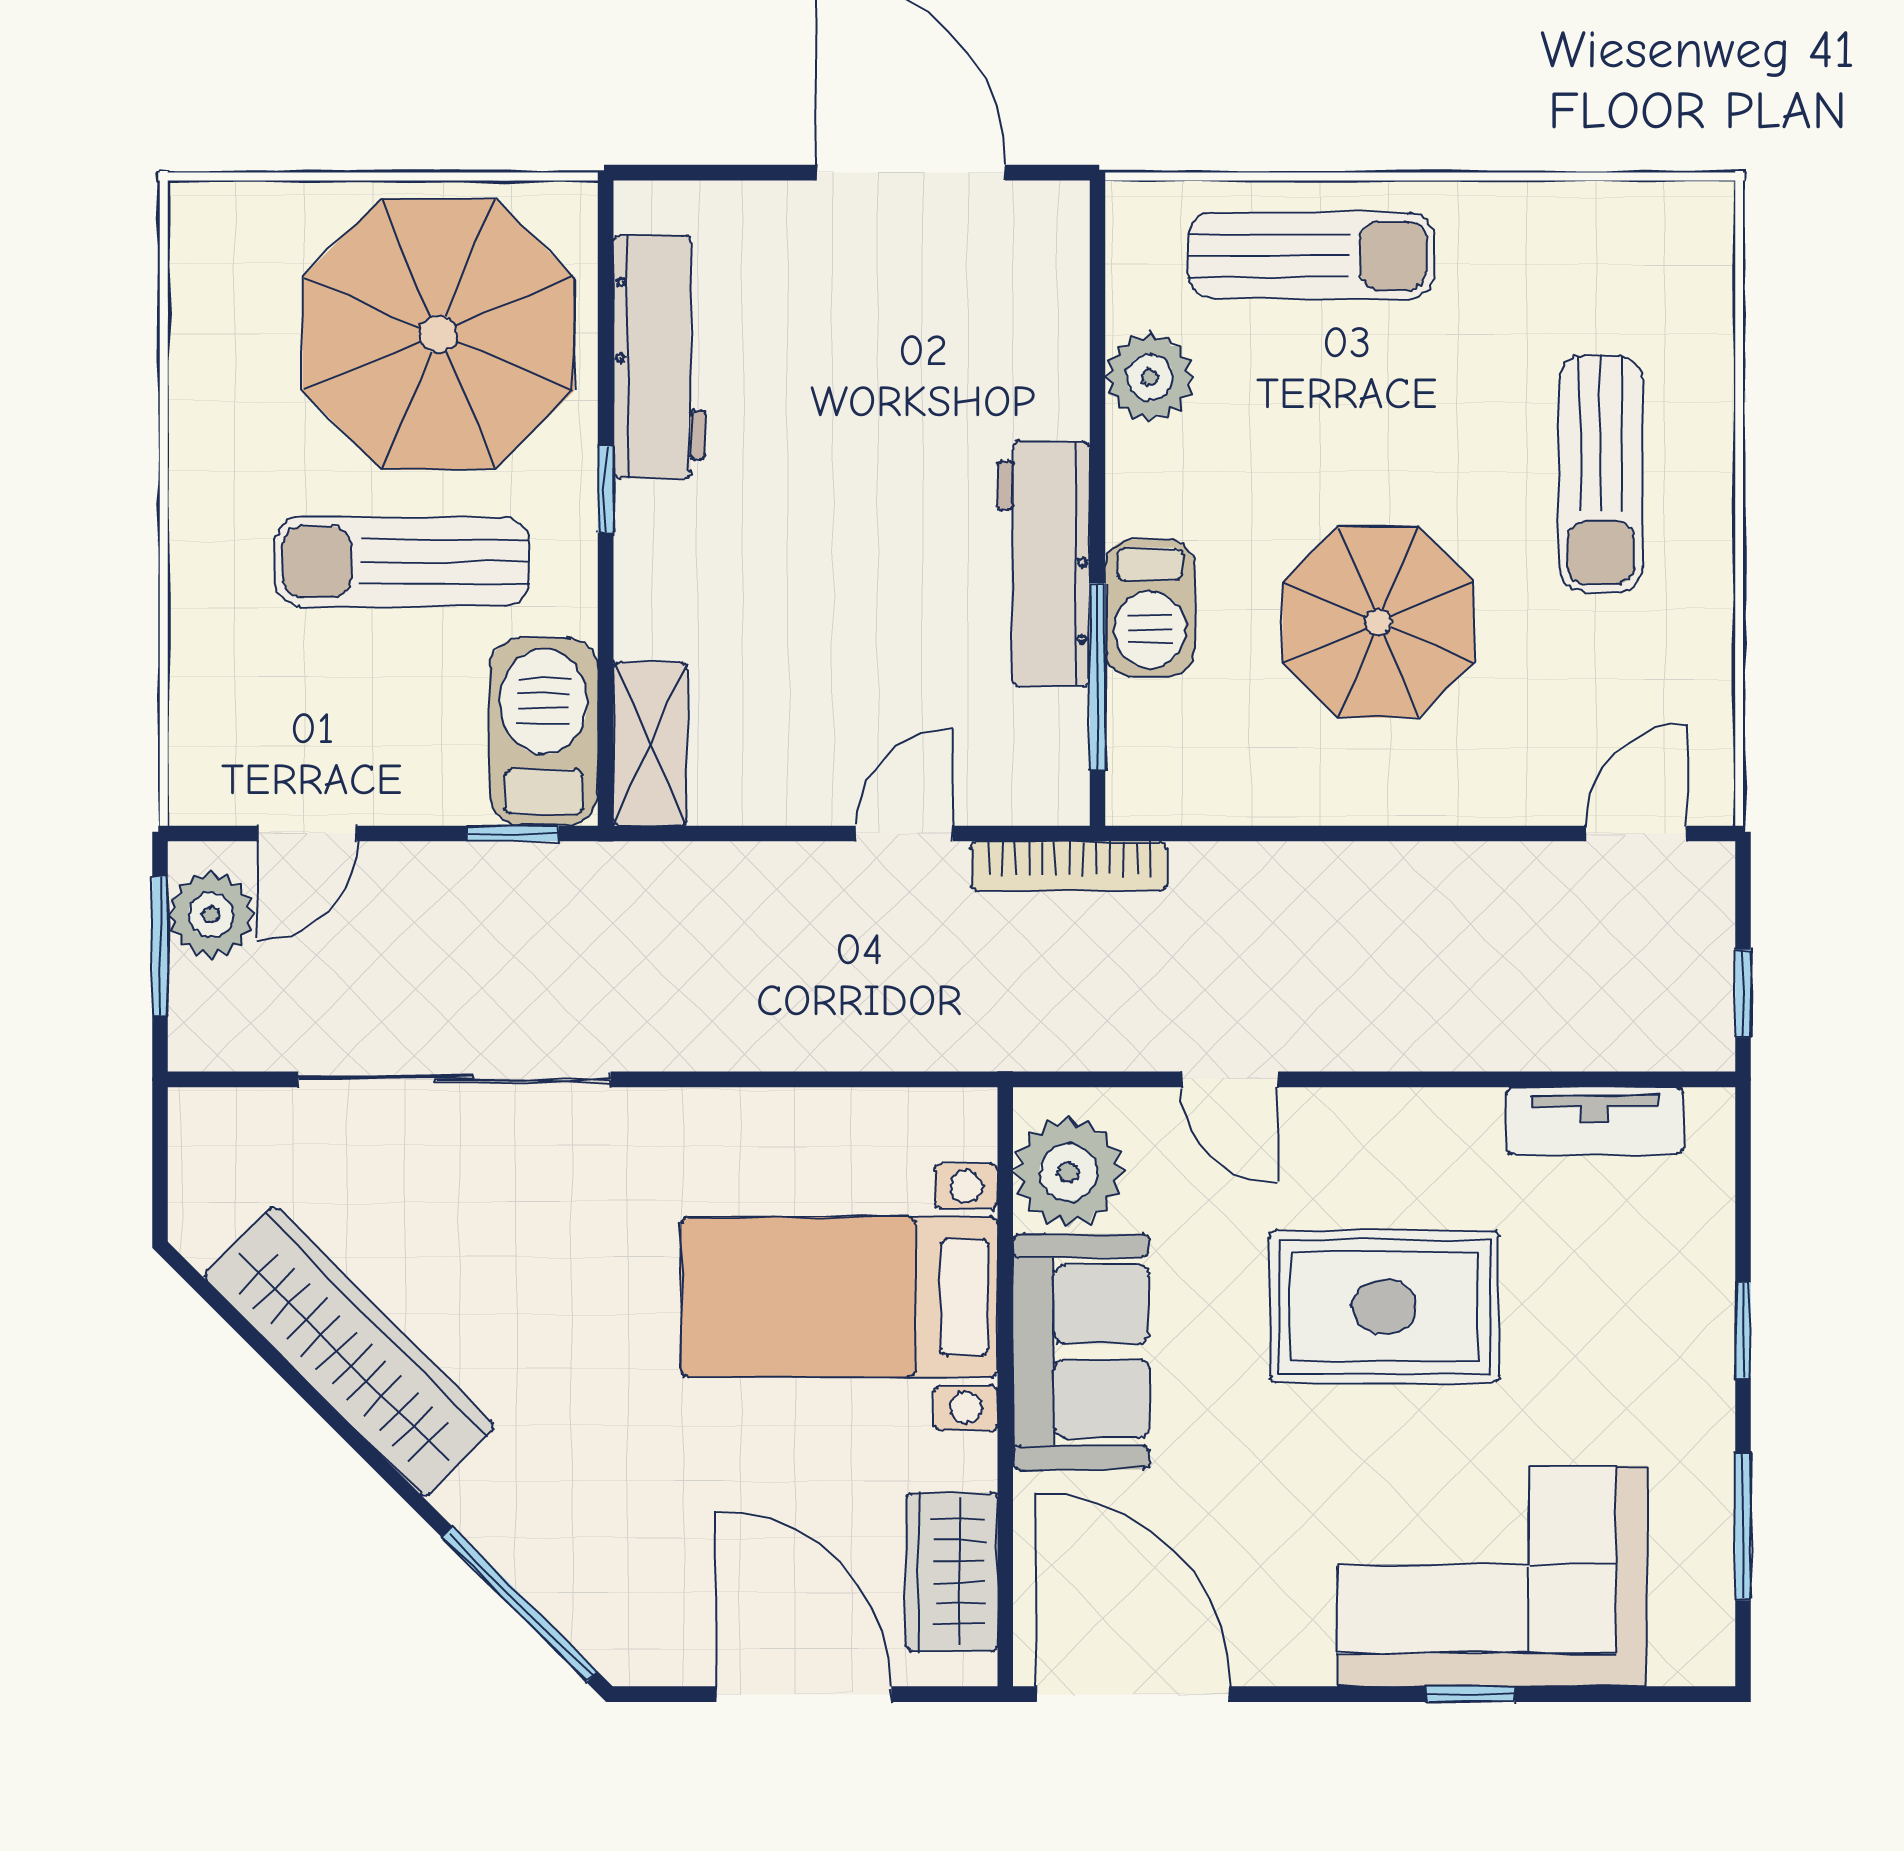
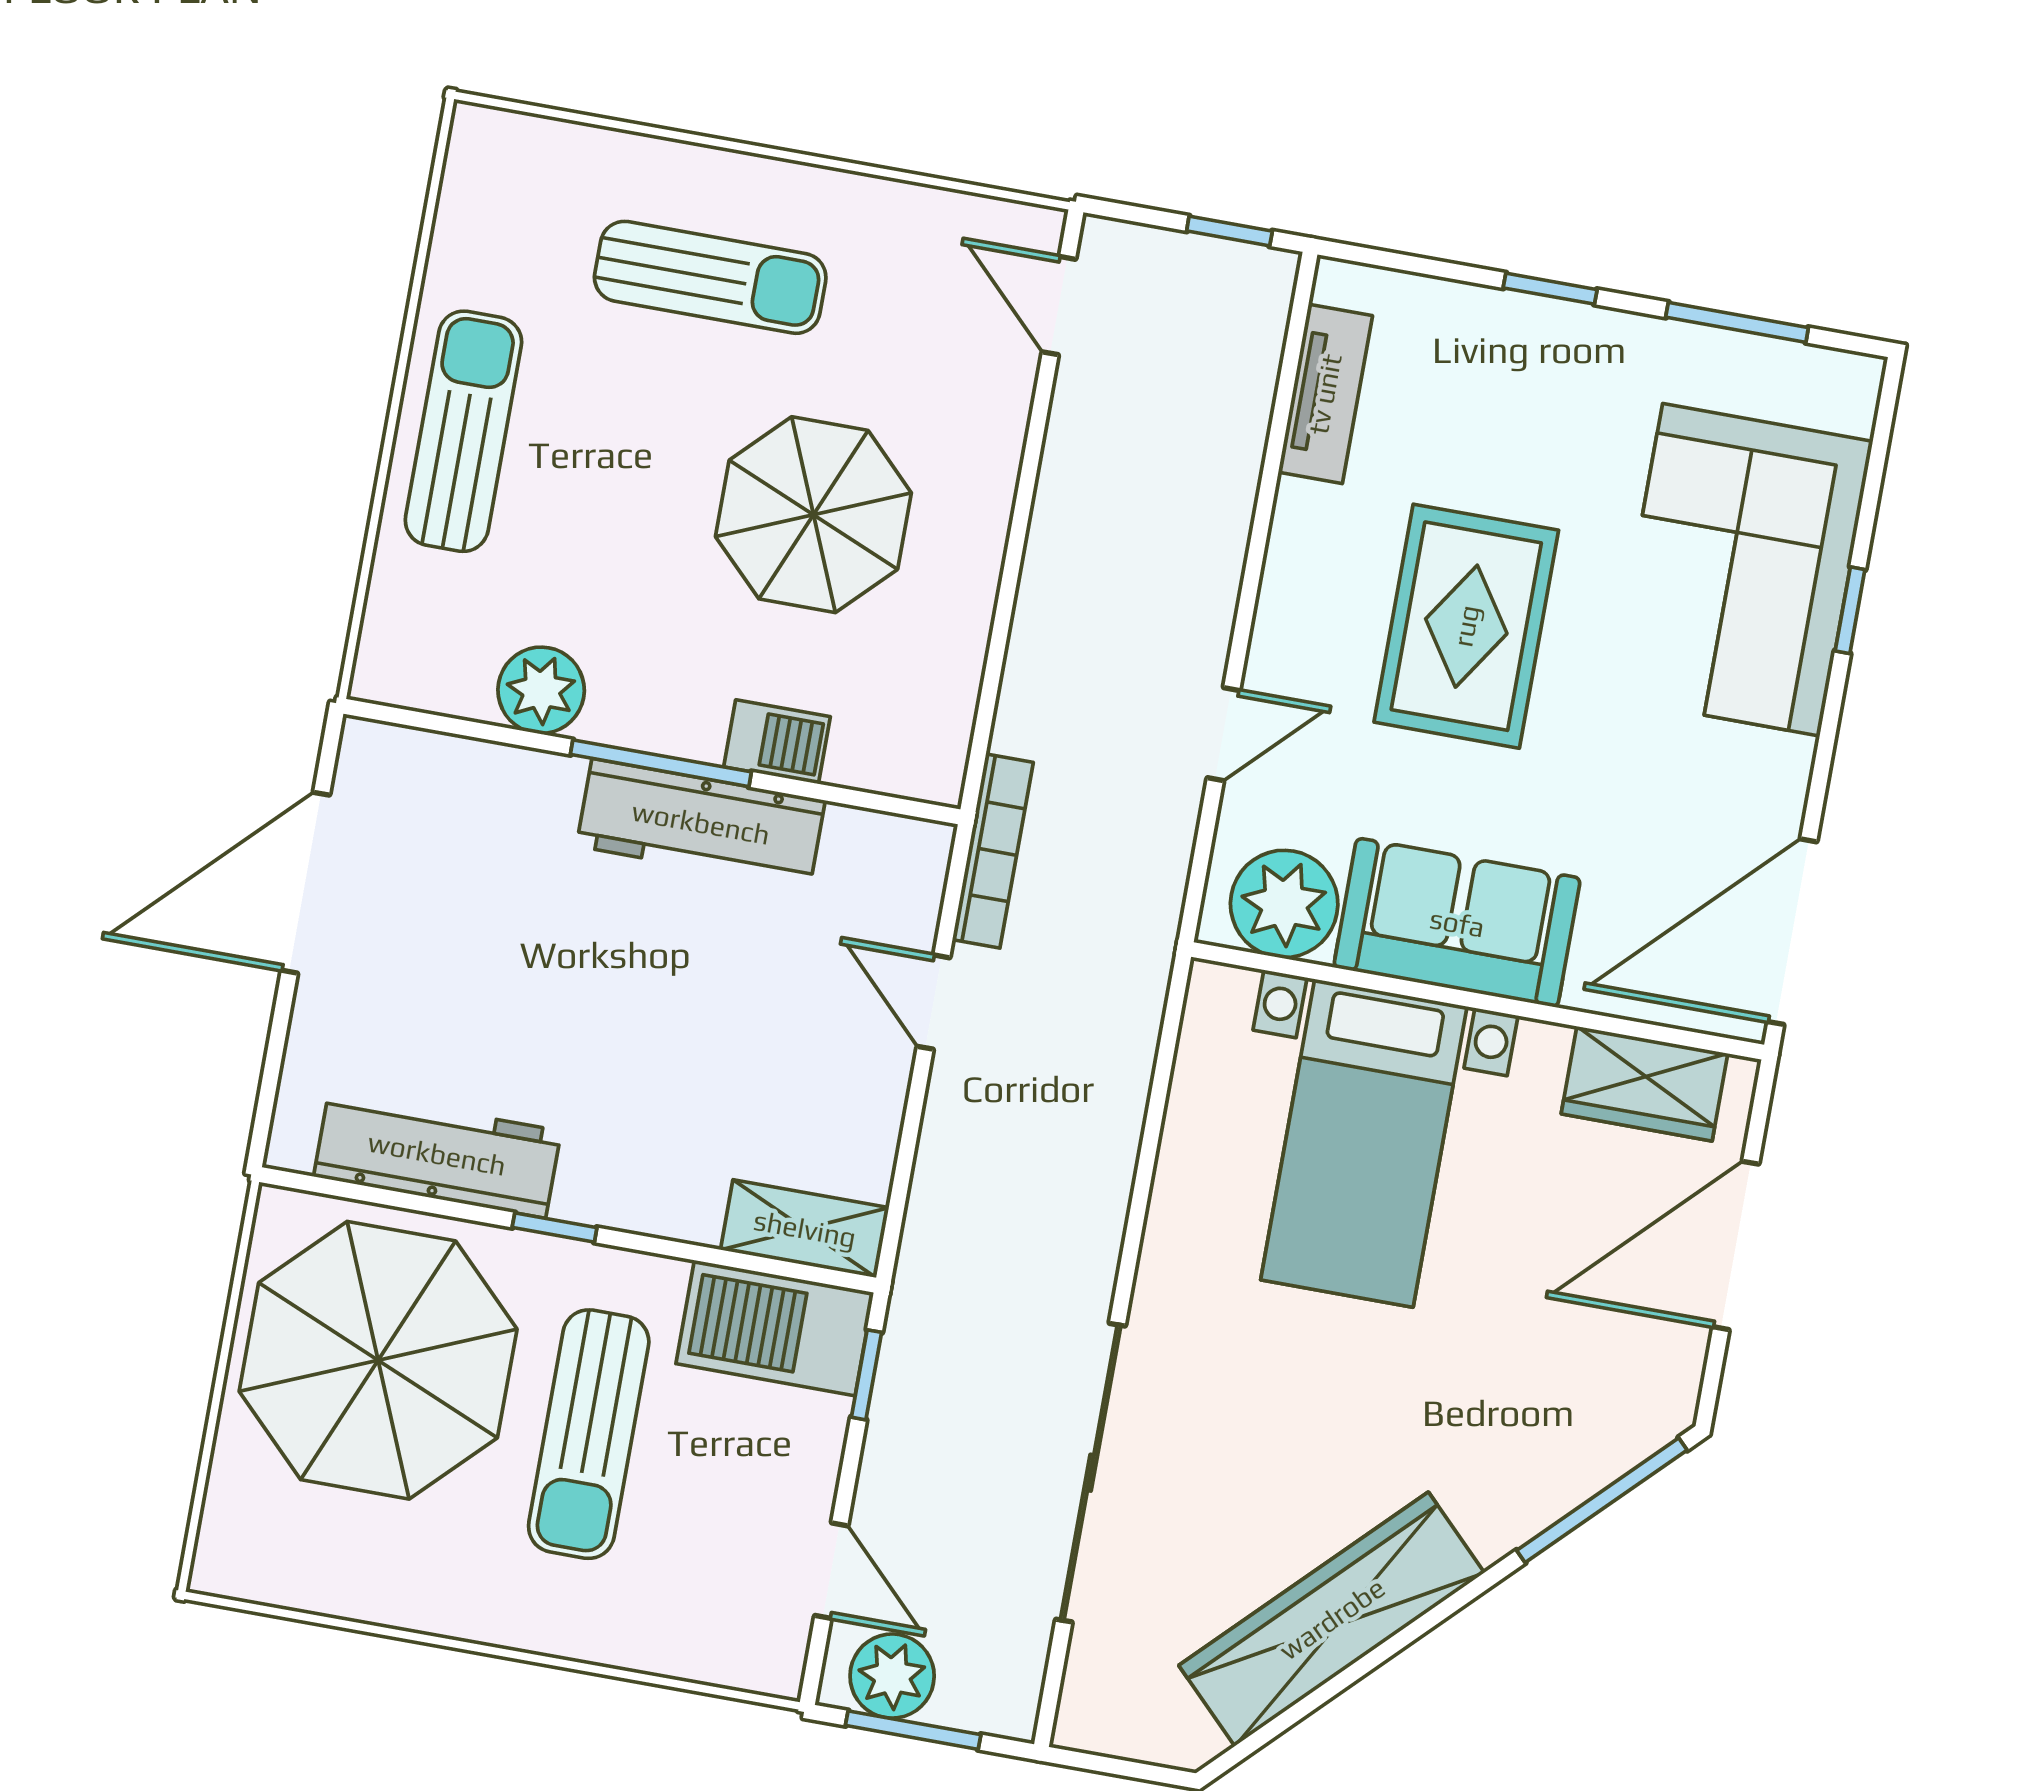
sun lounger: (1311, 256) -> (463, 431), moved
barbecue: (1150, 608) -> (777, 742), width x0.73, depth x0.79
window: (1097, 677) -> (661, 763), moved

